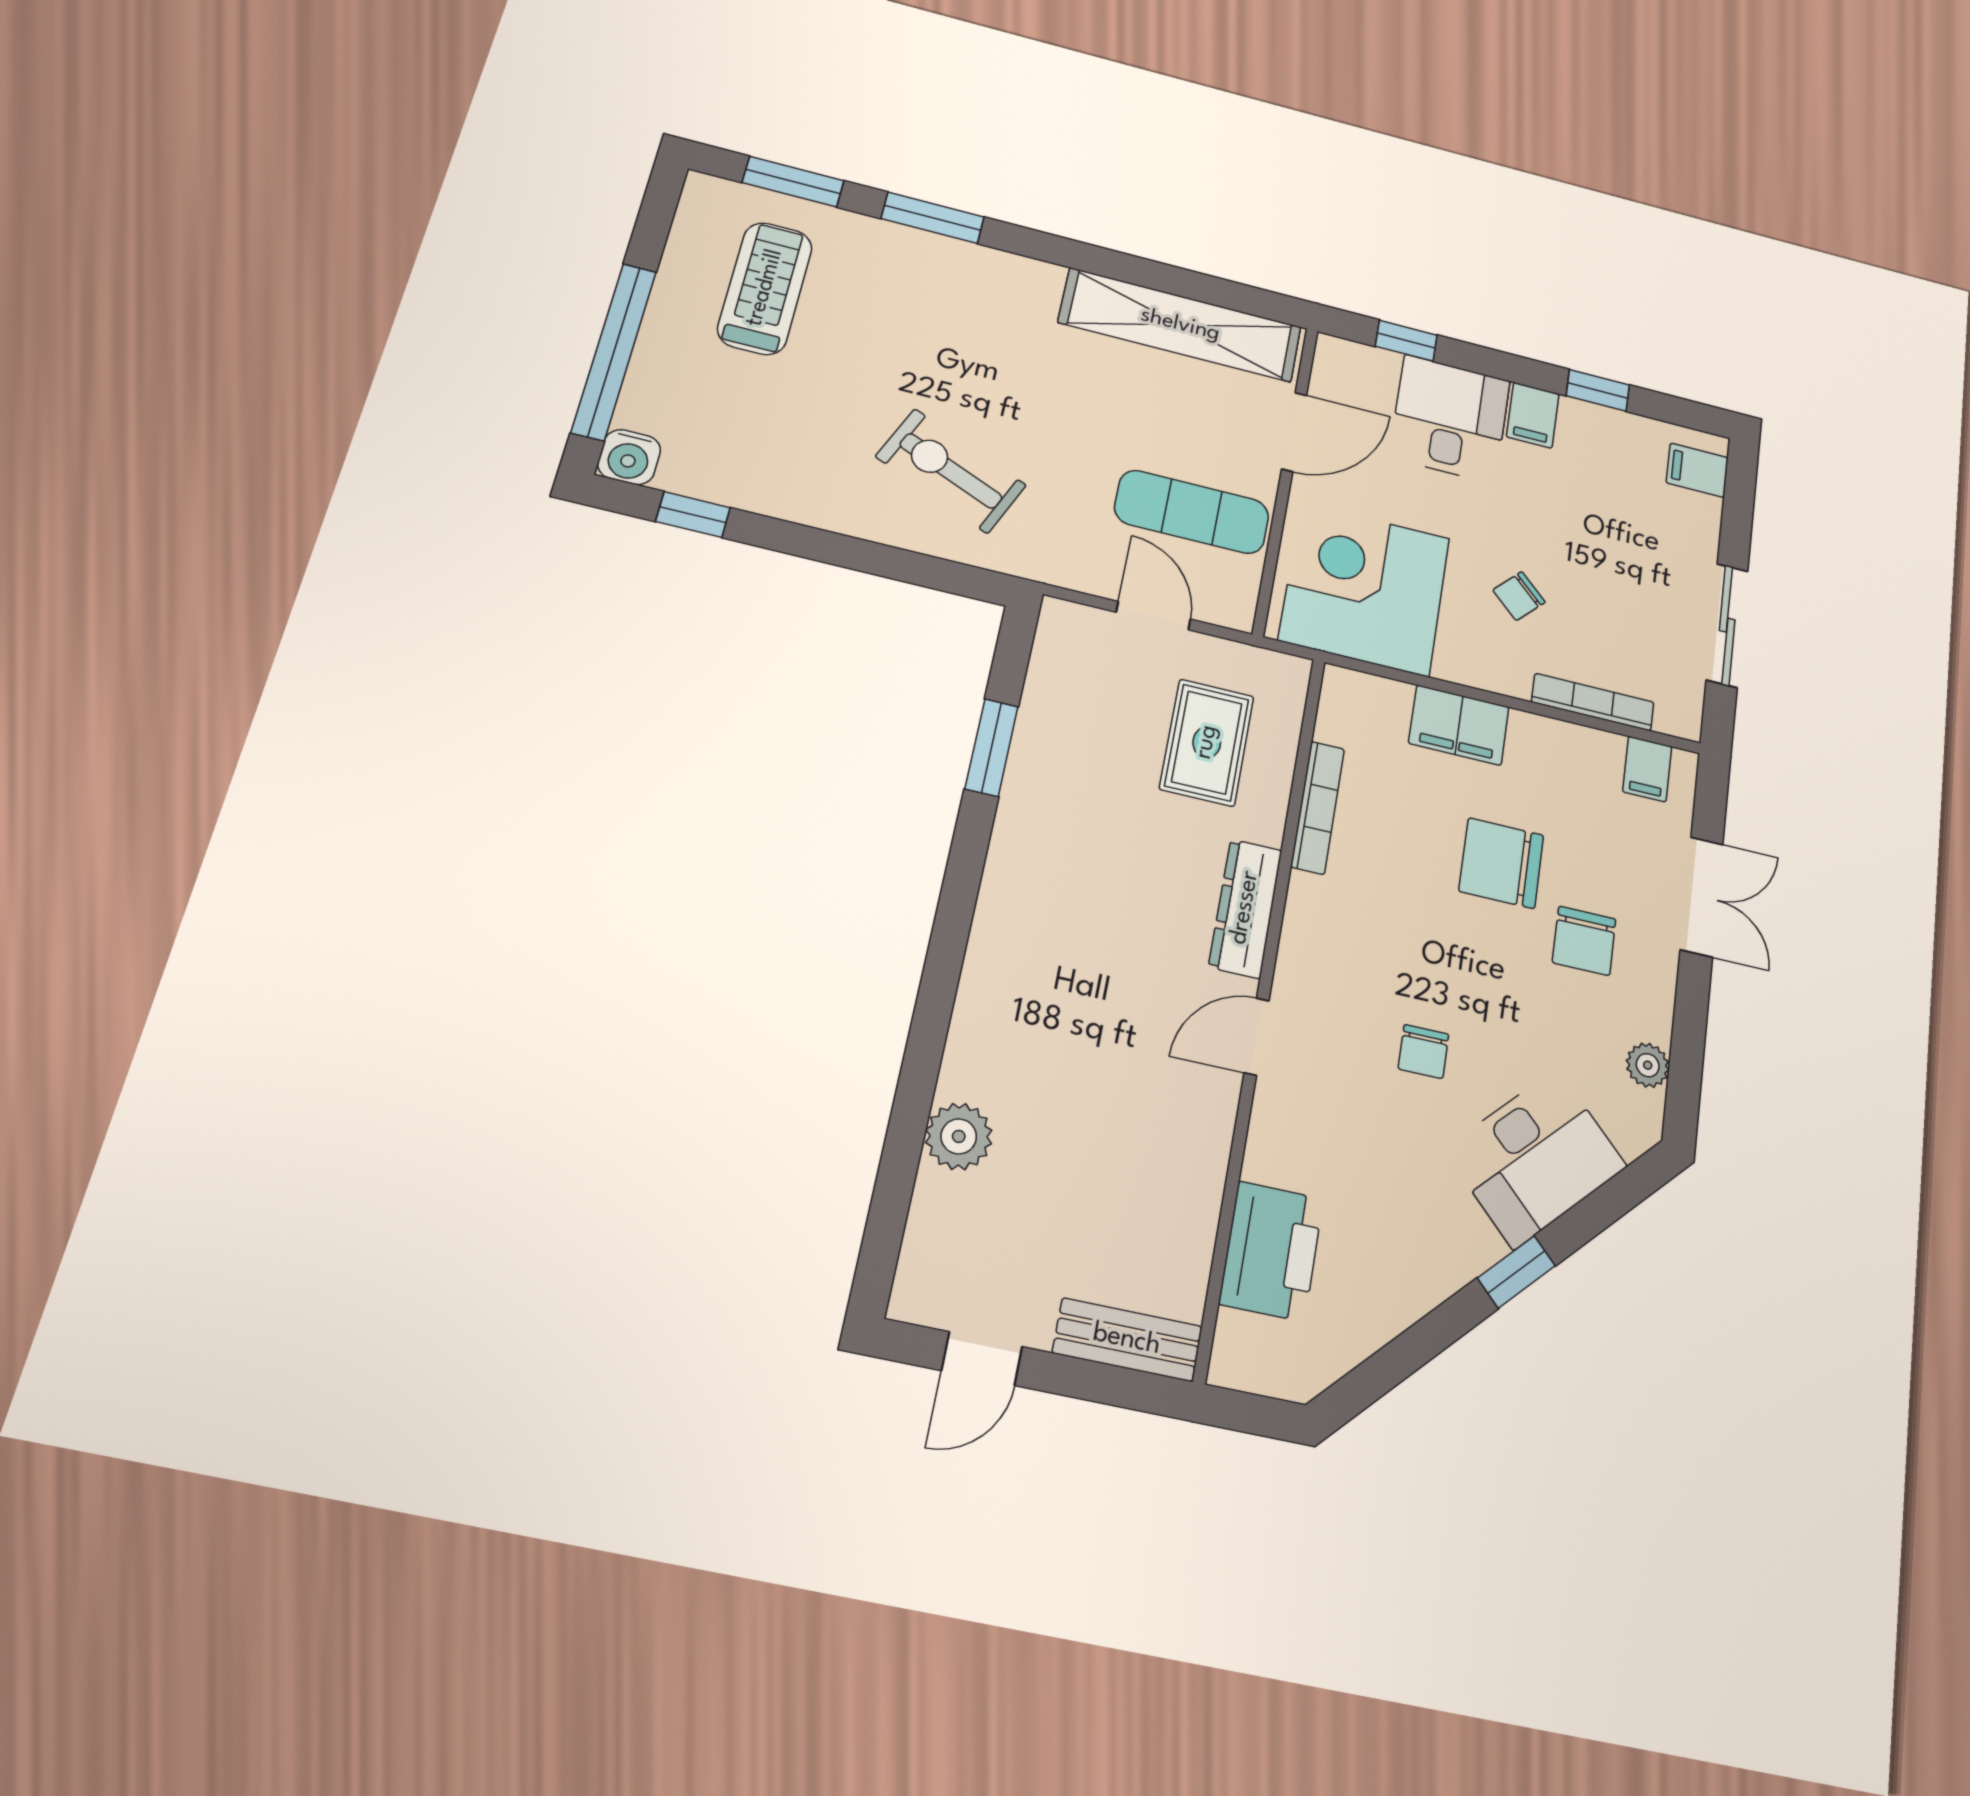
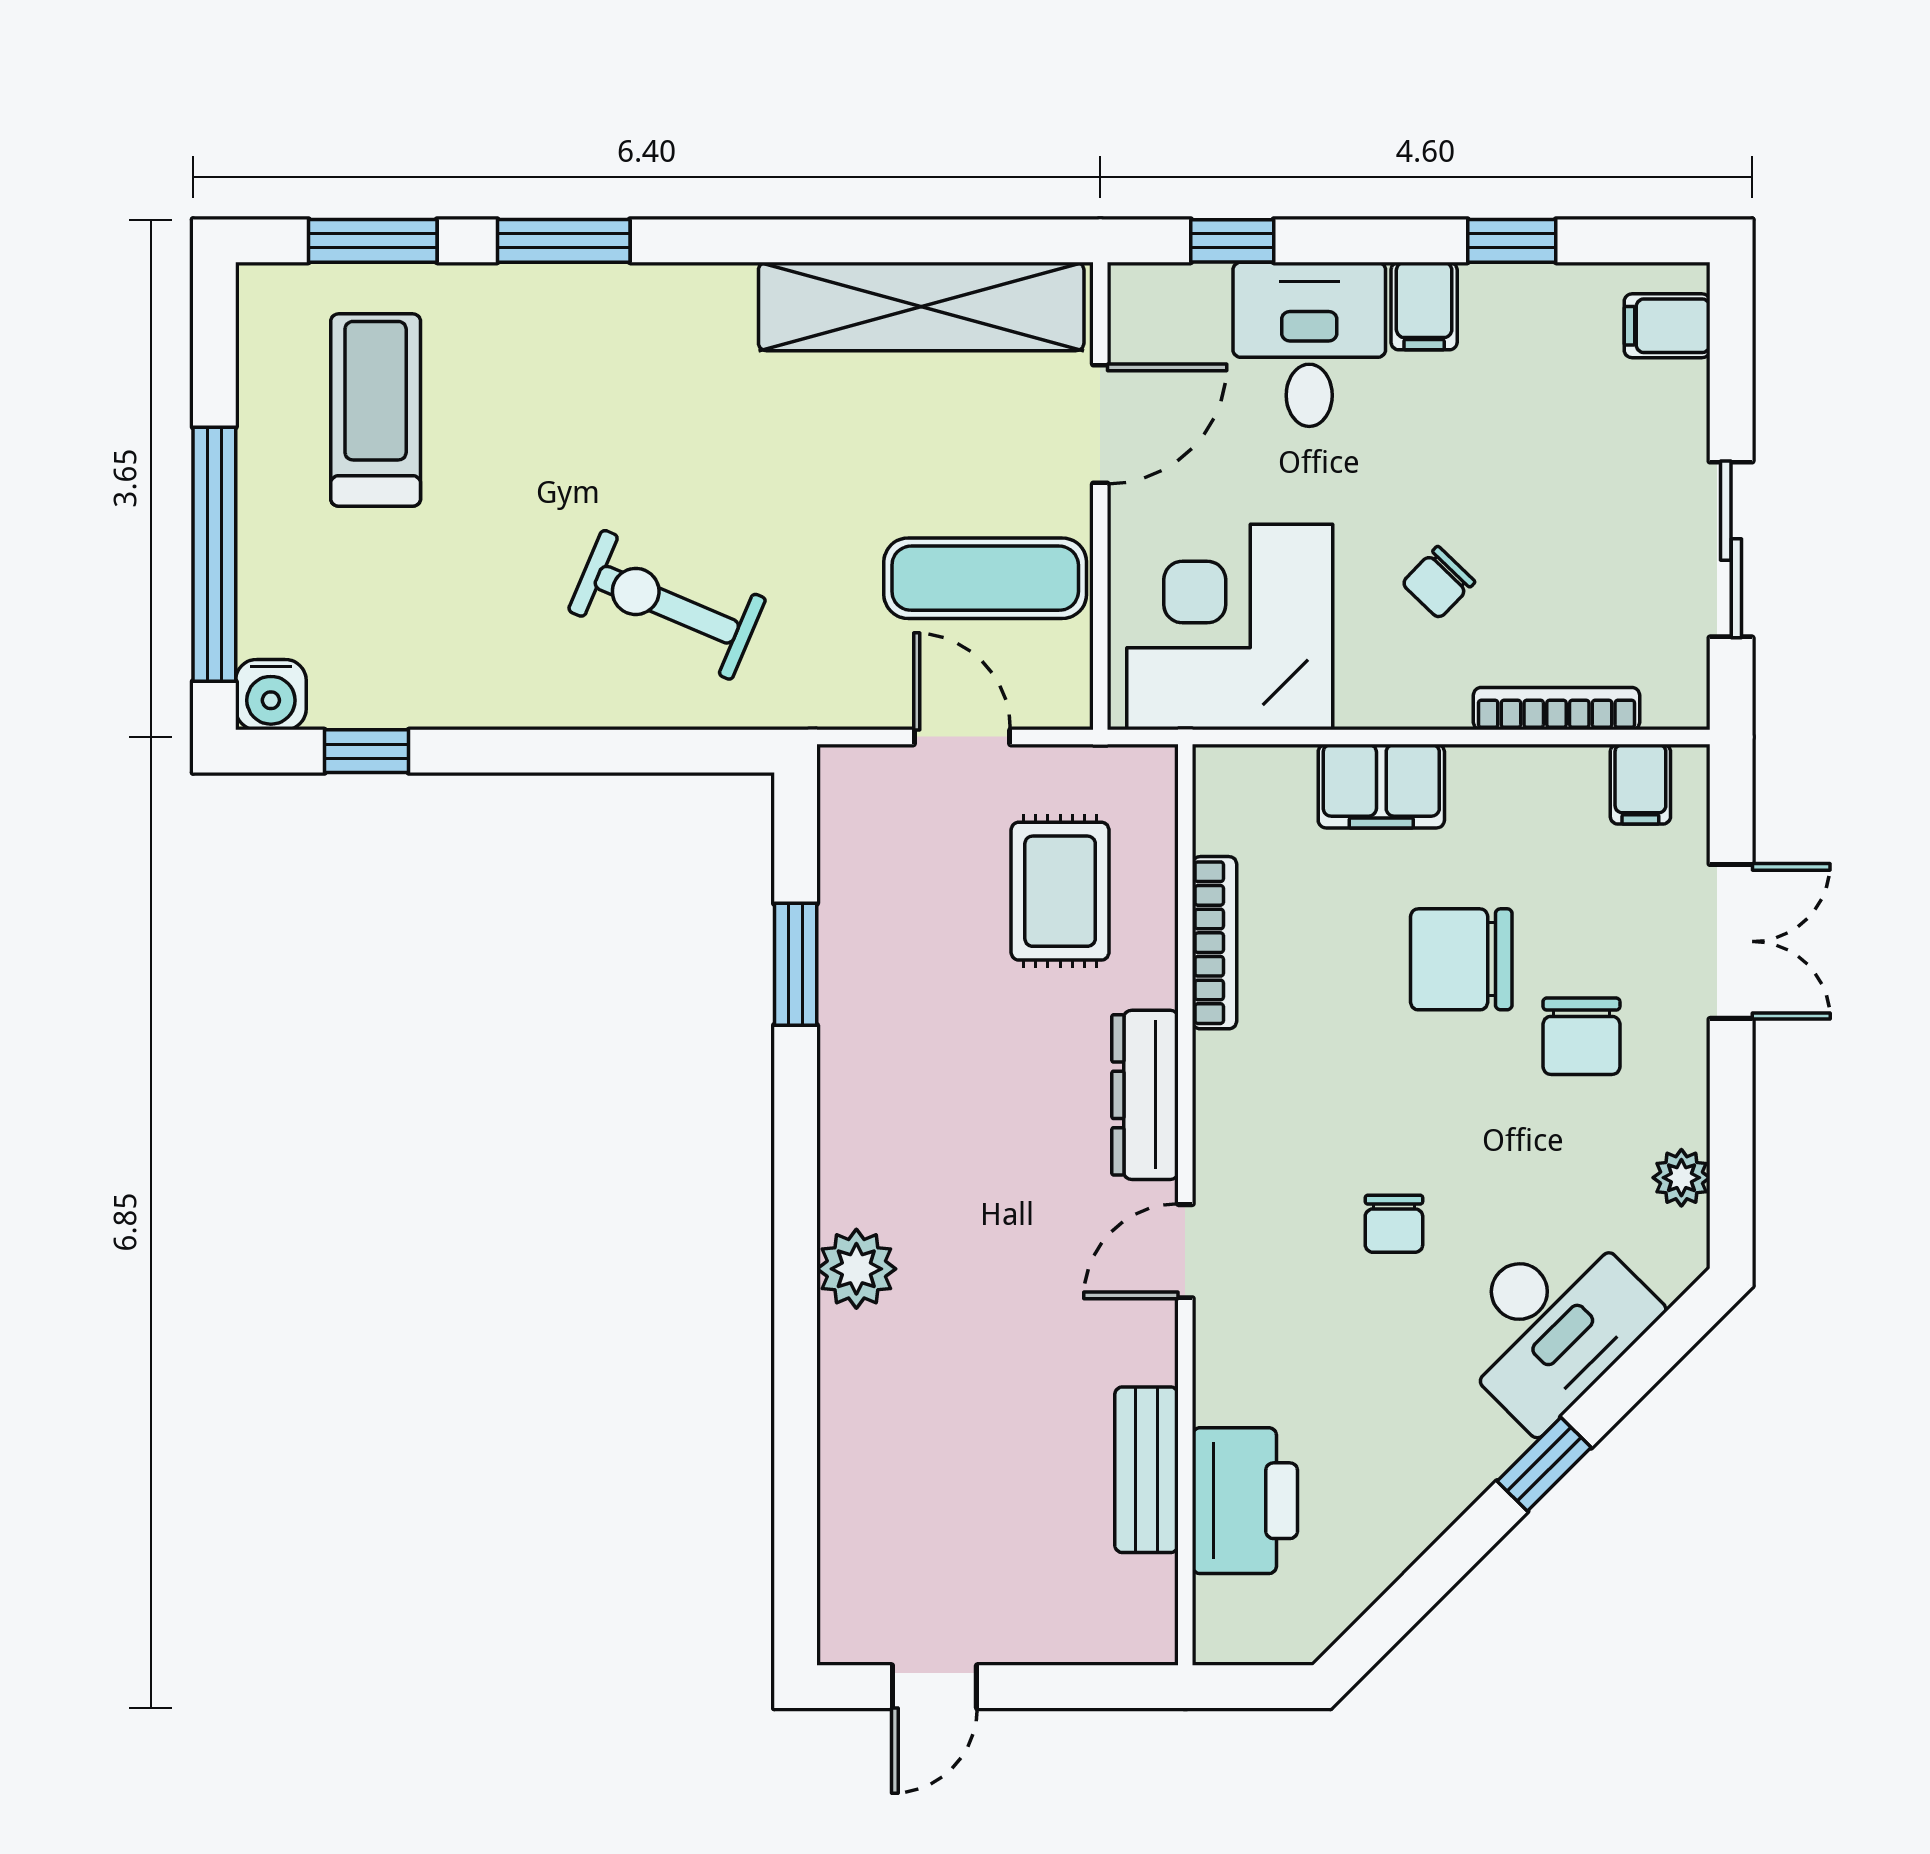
plant: (959, 1136) -> (856, 1269), moved
bench: (1127, 1340) -> (1147, 1470), moved, turned 90

